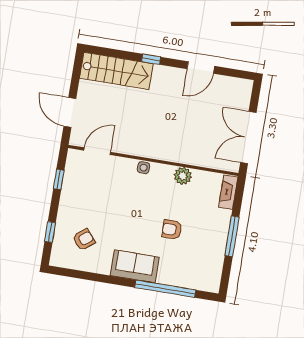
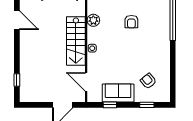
window: (151, 59) -> (17, 80), moved
stairs: (116, 71) -> (76, 41), moved, turned 180
sofa: (135, 266) -> (118, 93), moved, turned 90

